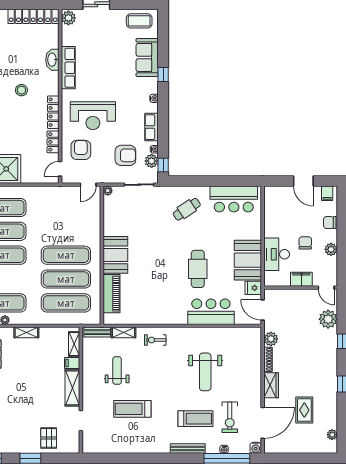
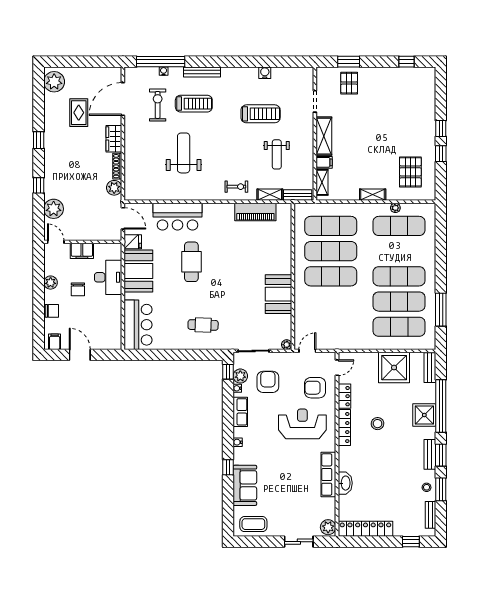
stool: (21, 90) -> (378, 424), moved
armchair: (81, 150) -> (315, 388), turned 90
armchair: (125, 155) -> (268, 382), turned 90
bar counter: (234, 199) -> (138, 325), moved, turned 90
cafe table: (187, 209) -> (203, 325), turned 36
booth: (115, 255) -> (279, 294), moved
piano: (111, 294) -> (255, 212), moved, turned -90
treadmill: (195, 419) -> (194, 104), turned 180
plant: (332, 435) -> (54, 82), width x1.88, depth x1.88
water cooler: (256, 448) -> (265, 73), moved
window: (30, 458) -> (349, 62), moved

